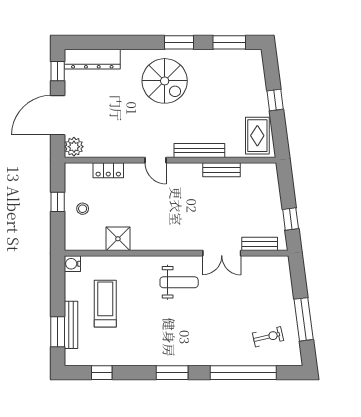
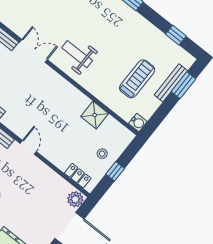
locker: (108, 170) -> (78, 176), moved
treadmill: (105, 304) -> (137, 79), turned 180

